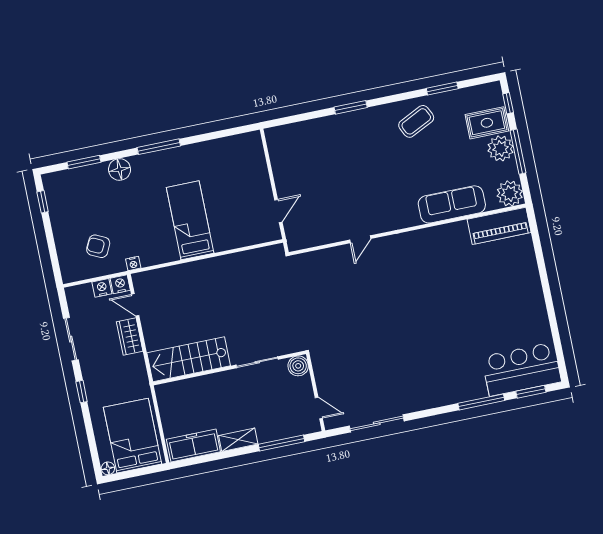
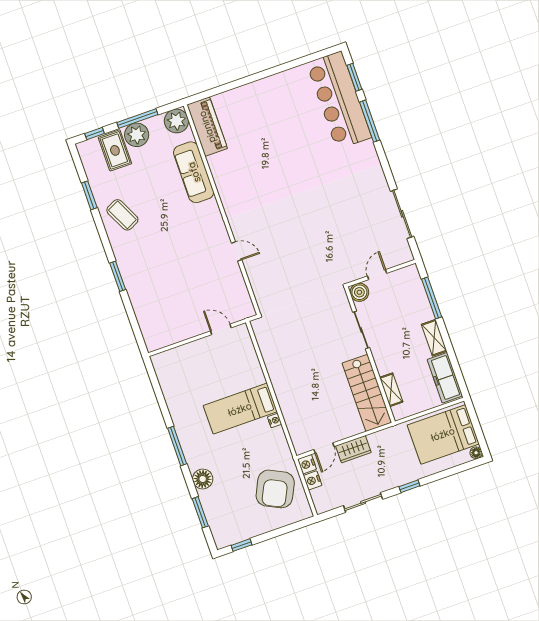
armchair: (98, 246) -> (275, 489), width x1.88, depth x1.88
nightstand: (133, 264) -> (275, 420), moved
bar counter: (521, 369) -> (339, 100), width x1.36
shelving: (188, 386) -> (391, 390), added
door: (319, 408) -> (377, 275), moved

